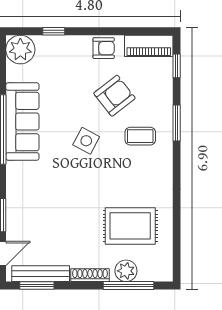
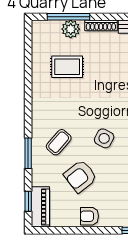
piano: (149, 46) -> (40, 207), moved, turned 90
coffee table: (140, 136) -> (59, 142), turned -49
rug: (130, 226) -> (67, 67), width x0.73, depth x0.70

